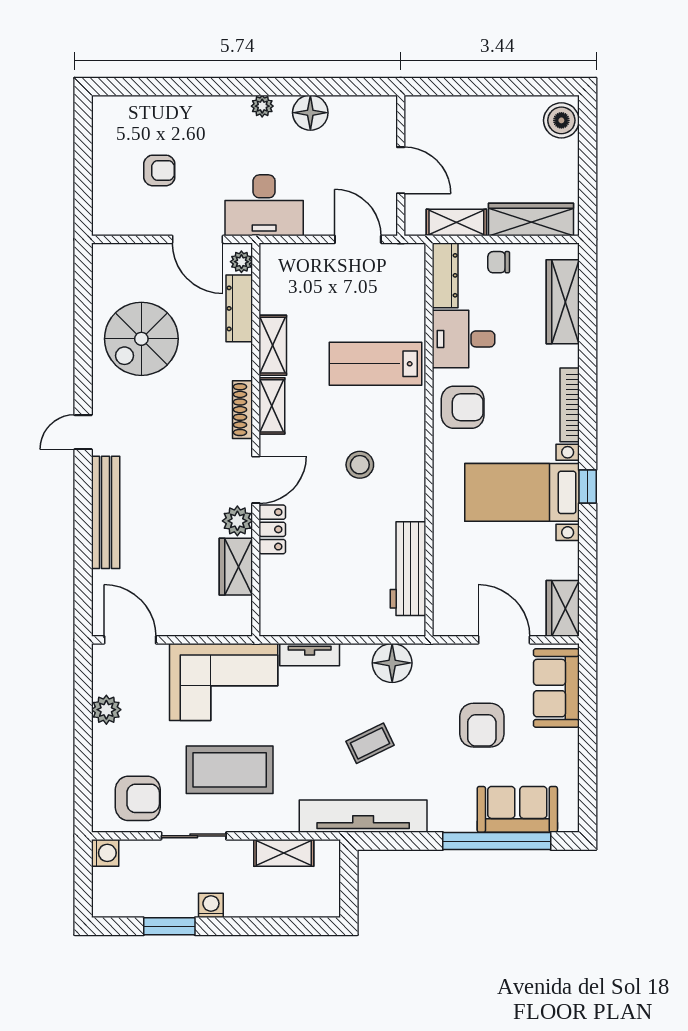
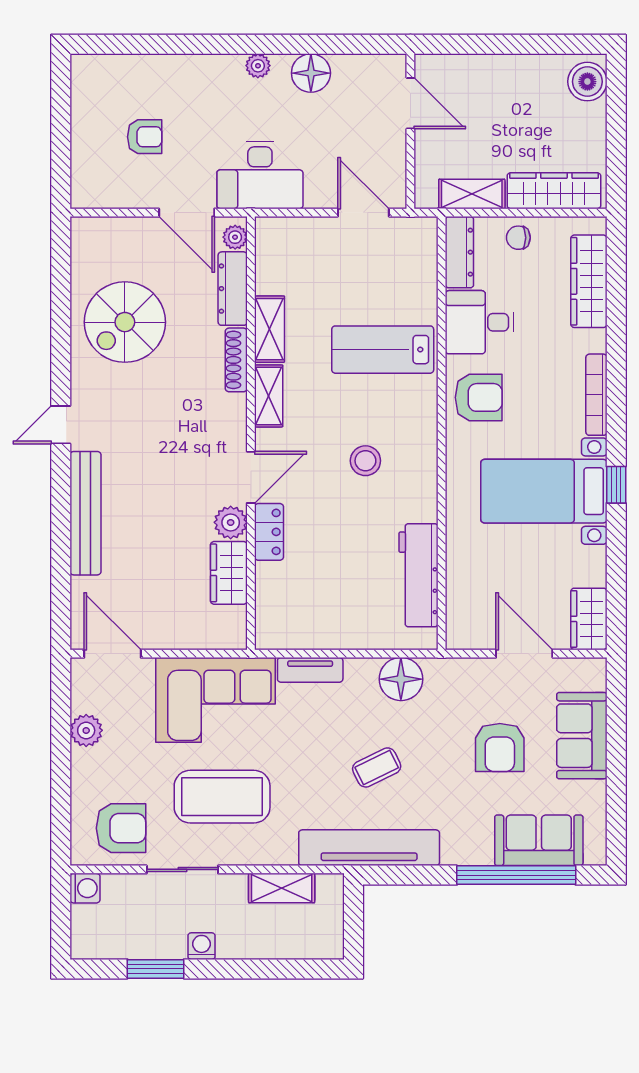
door: (401, 170) -> (410, 103), moved
shoe rack: (243, 410) -> (236, 360), moved
sofa: (556, 688) -> (582, 736), moved

